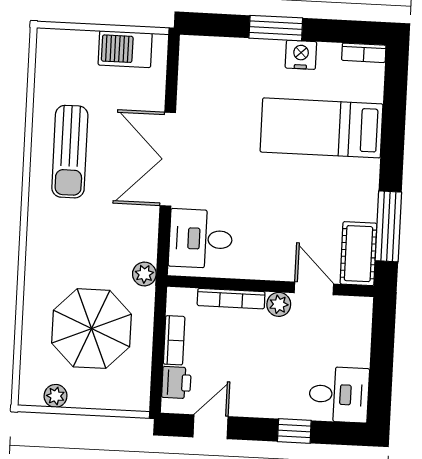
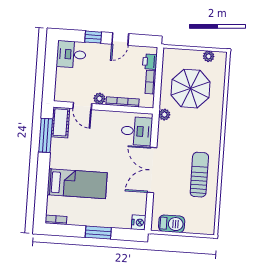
nightstand: (301, 55) -> (139, 222), moved, turned -90
double door: (168, 159) -> (152, 170), swing flipped
door: (210, 427) -> (120, 39), moved

